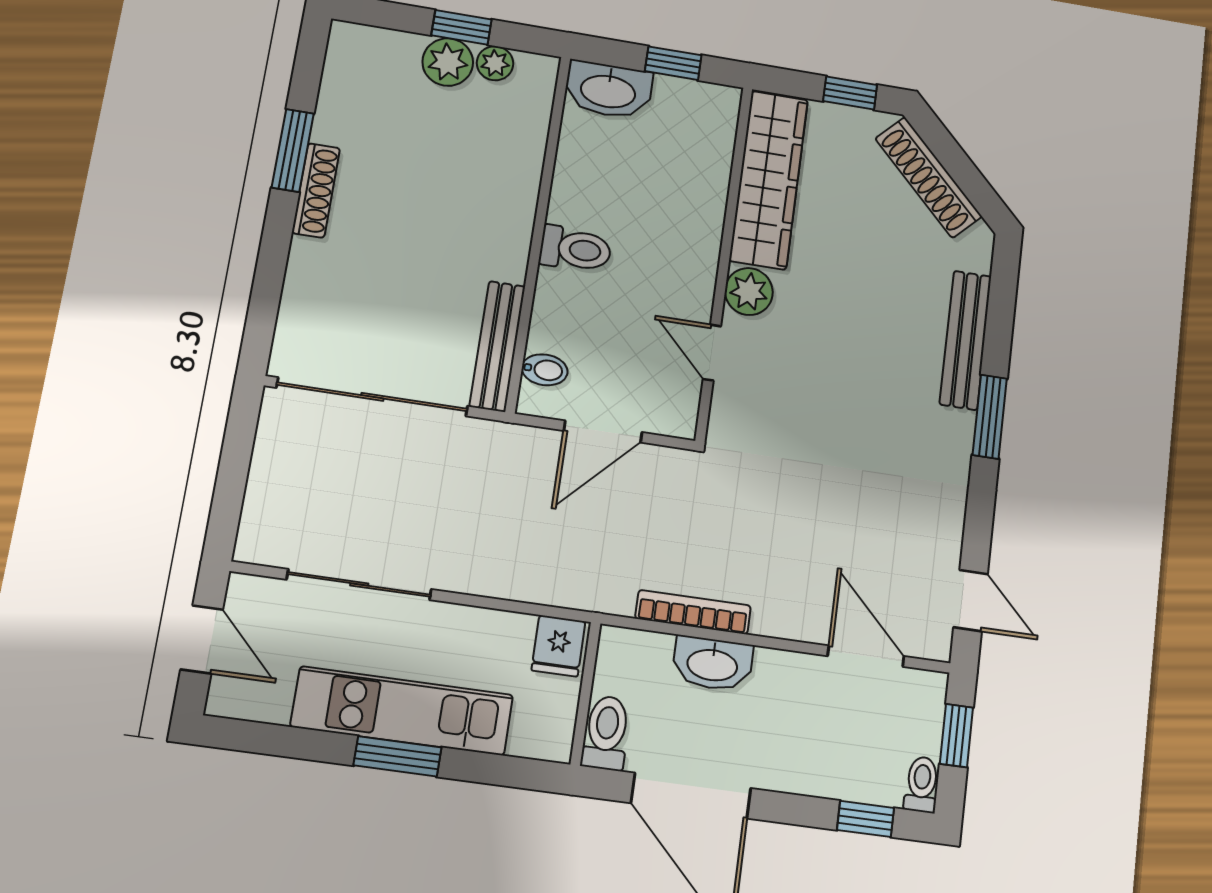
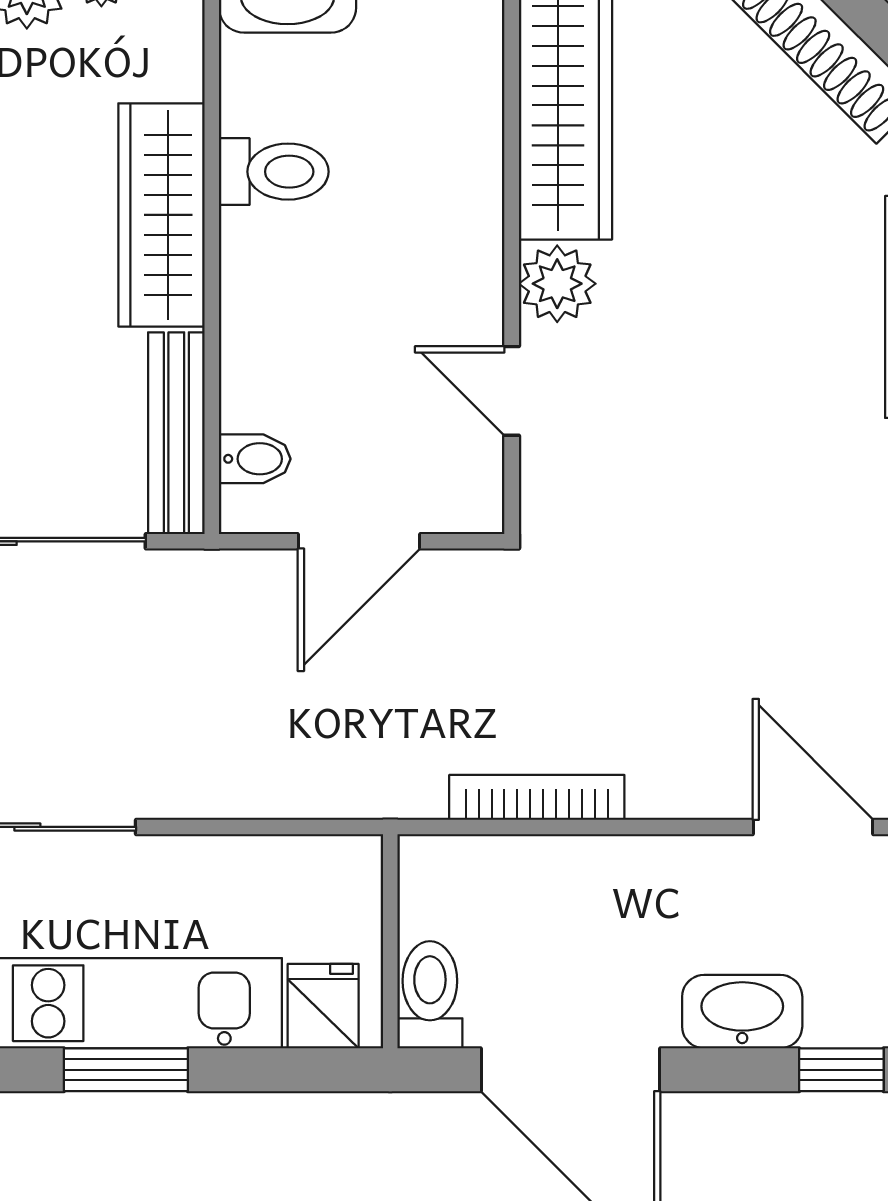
wardrobe: (509, 211) -> (161, 215), added
toilet: (575, 249) -> (274, 172), moved
fridge: (558, 646) -> (323, 1006), moved, turned 180
washbasin: (712, 664) -> (742, 1012), moved, turned 180

